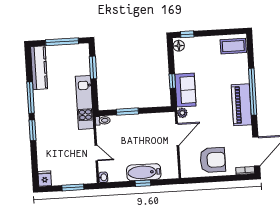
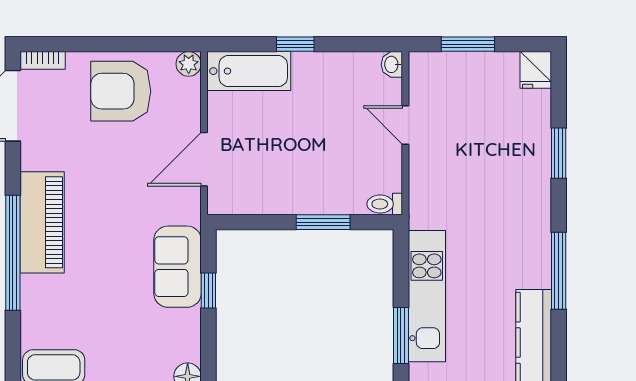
kitchen unit: (85, 102) -> (427, 296), moved
plant: (182, 113) -> (189, 64), moved
window: (33, 130) -> (559, 153), moved
bathtub: (144, 172) -> (249, 71), moved

